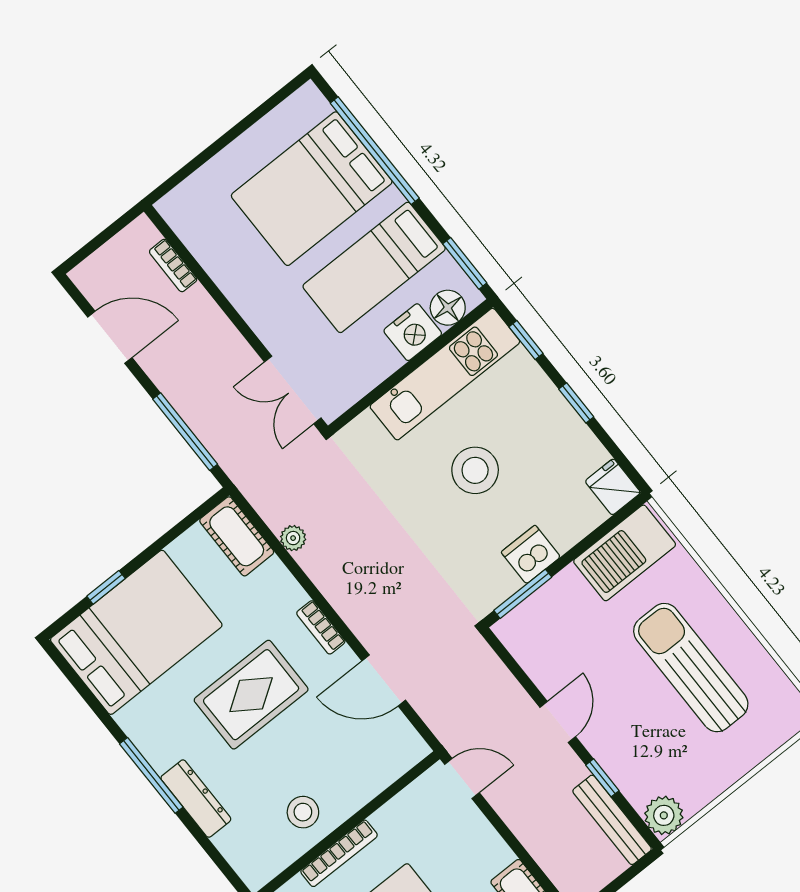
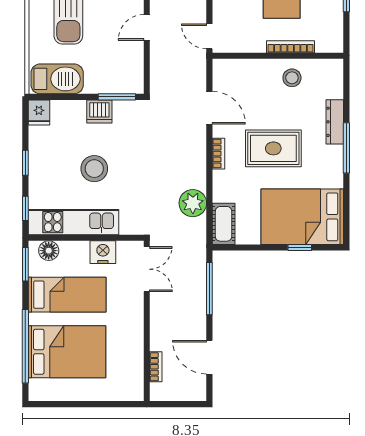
nightstand: (413, 332) -> (103, 252), moved
plant: (293, 538) -> (193, 203), width x1.87, depth x1.87

